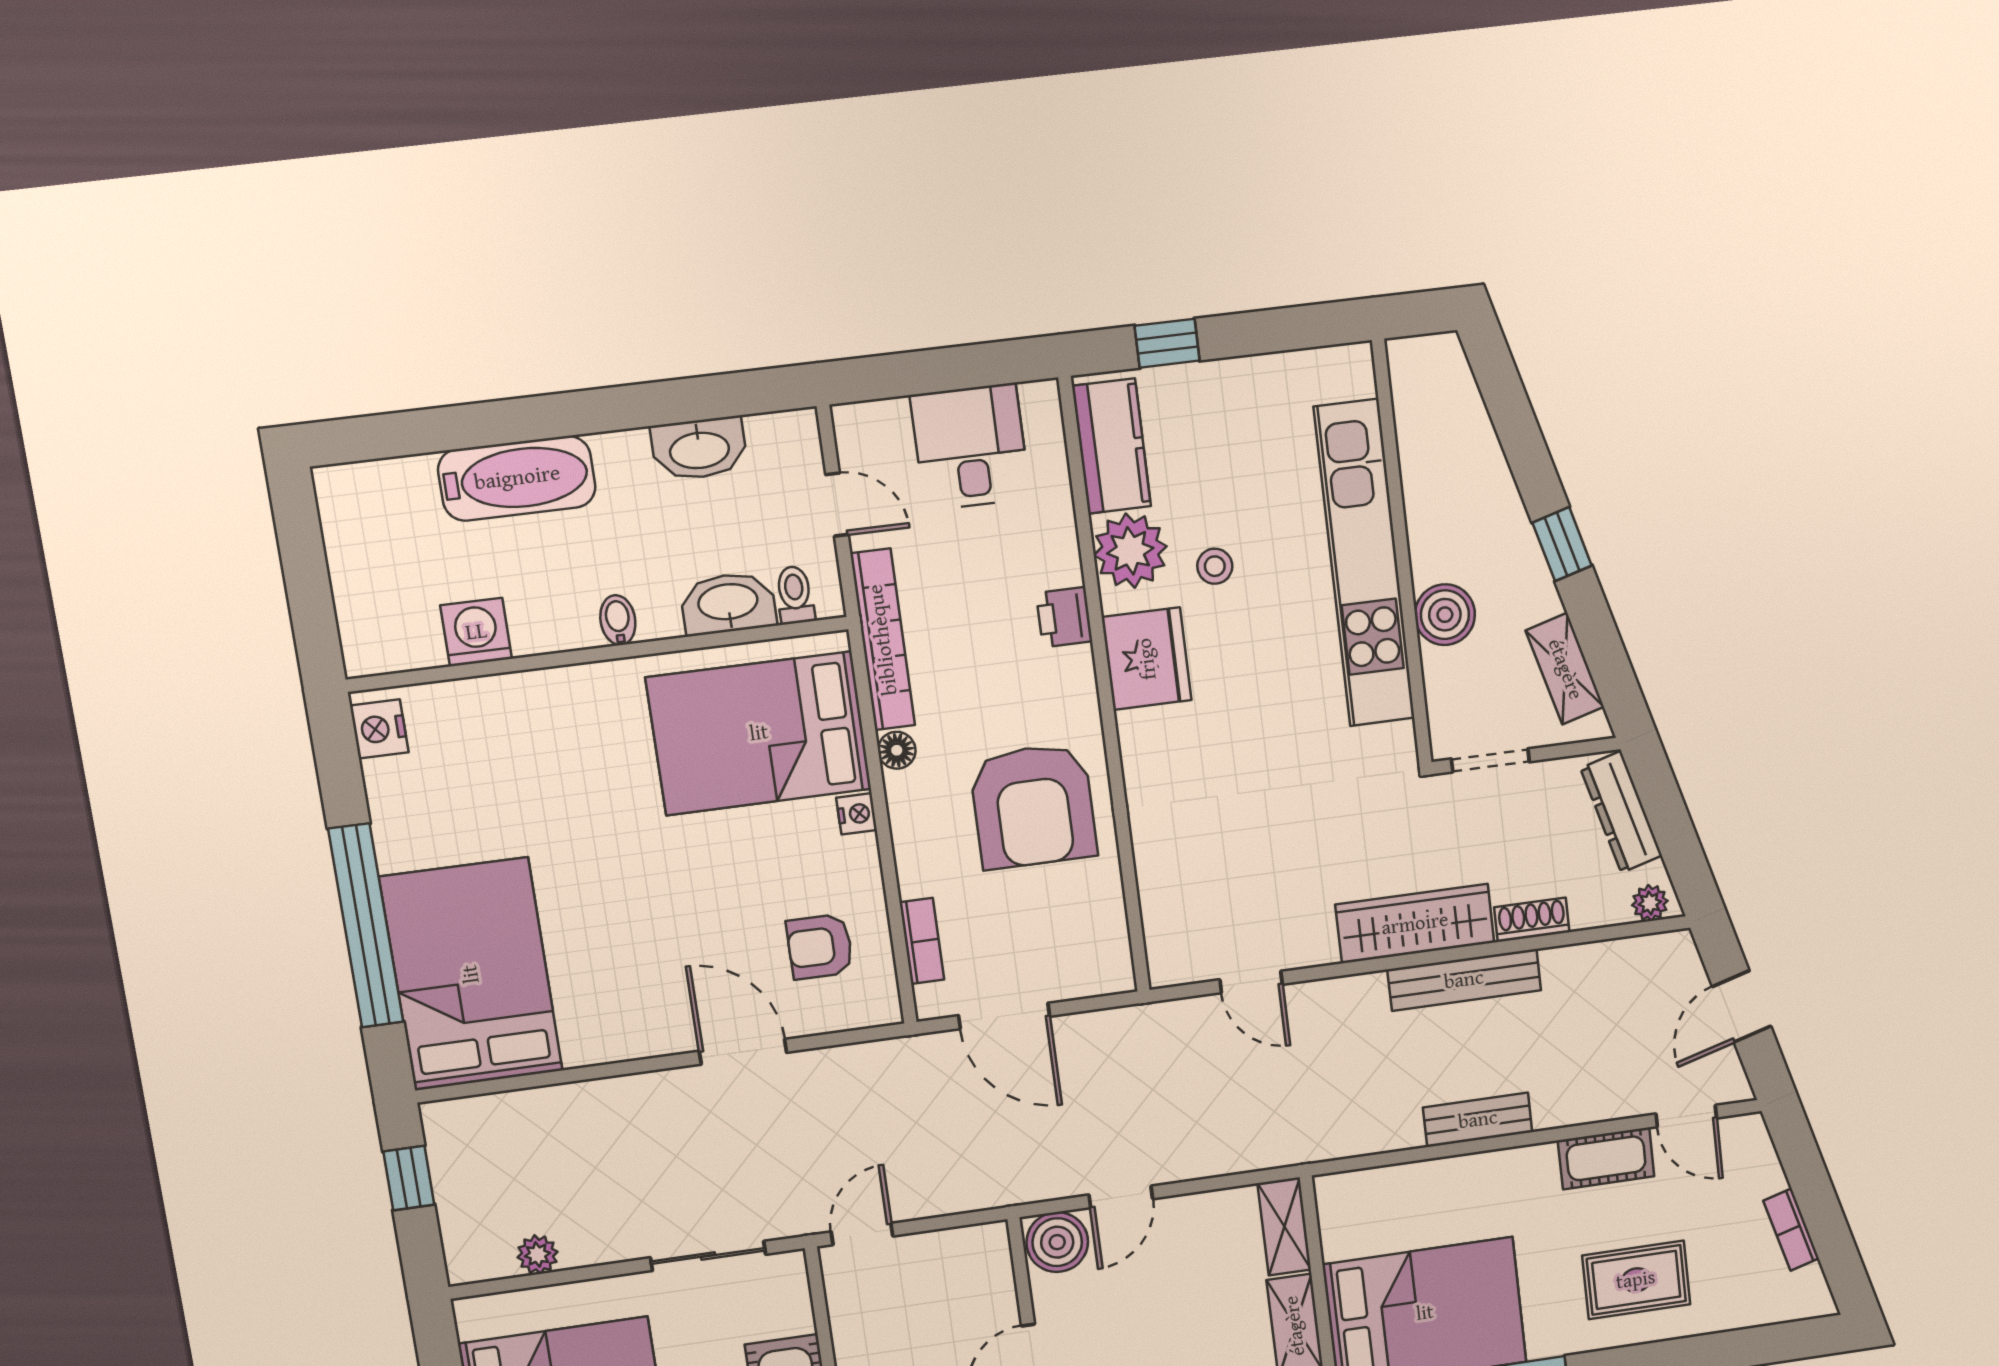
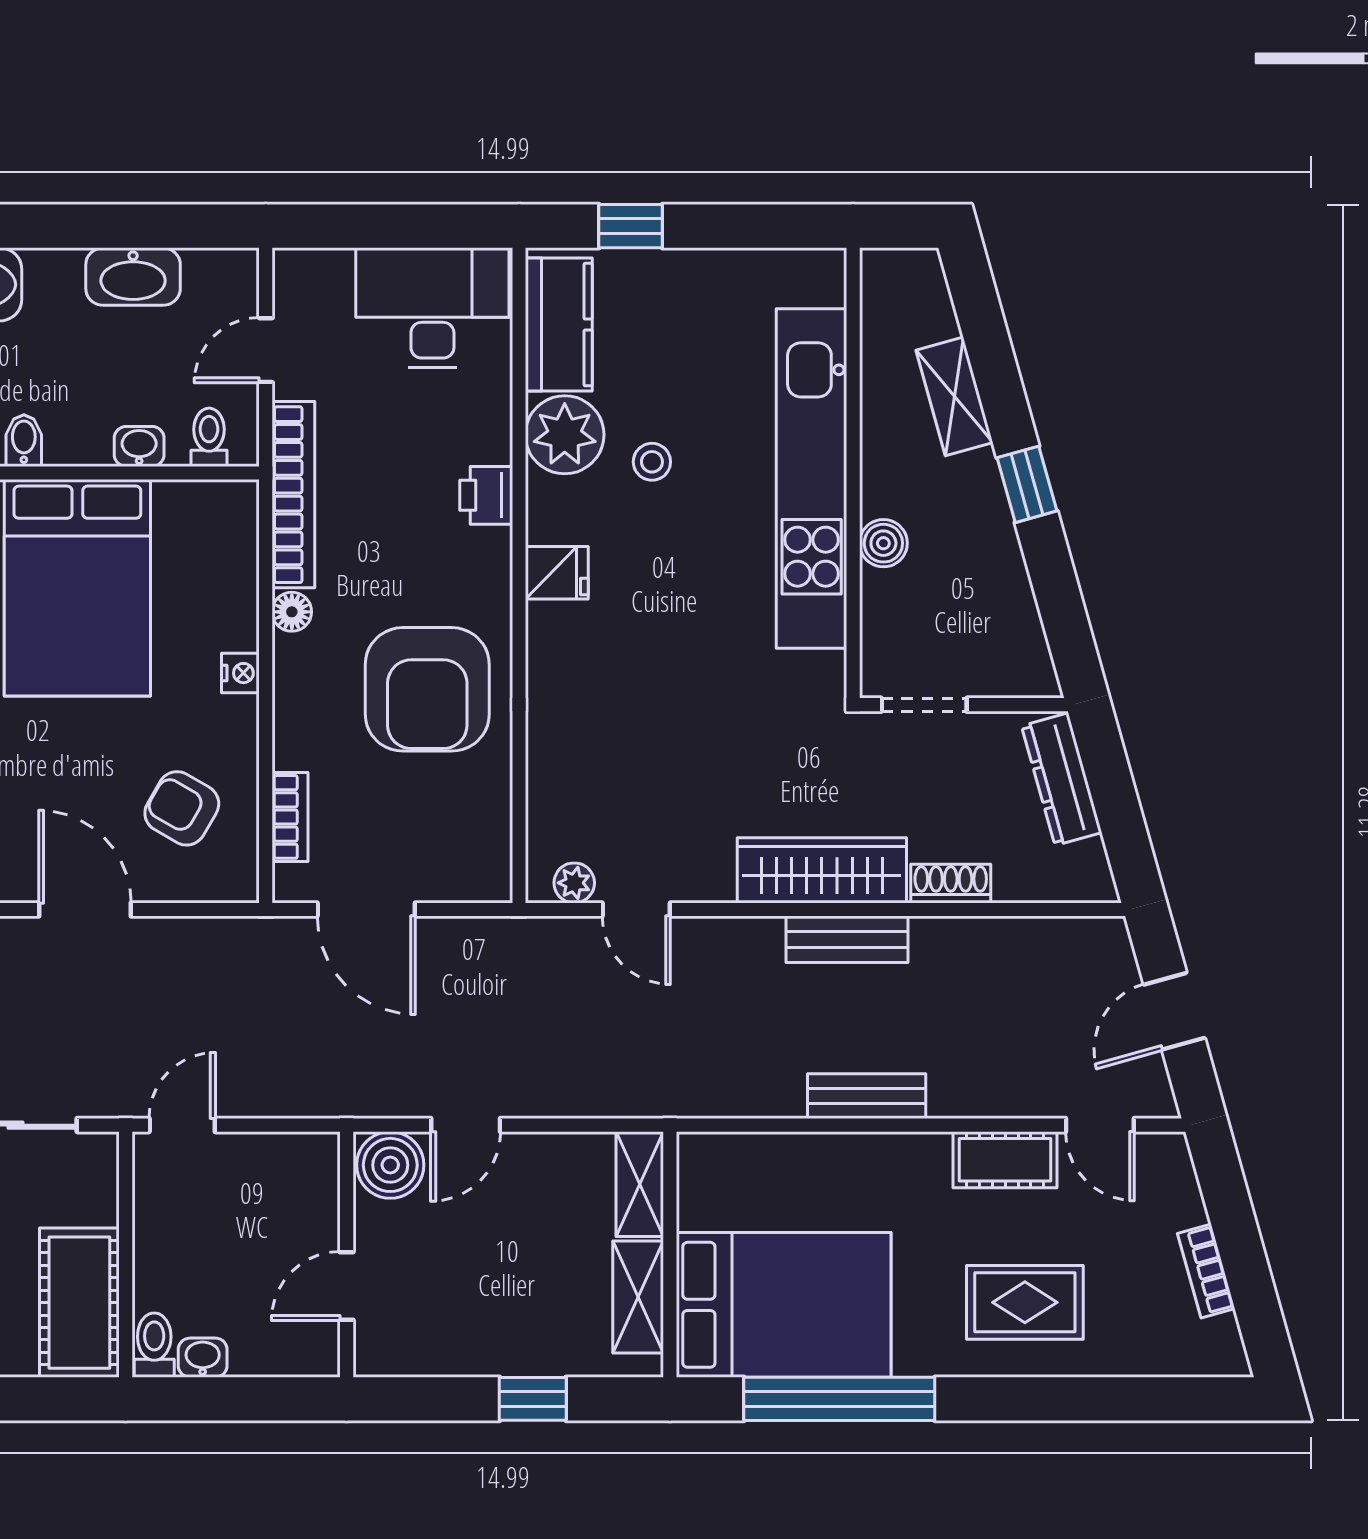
desk: (970, 447) -> (432, 308), width x1.37
door: (837, 505) -> (266, 350), swing flipped
washbasin: (728, 603) -> (139, 446), width x0.52, depth x0.69
boiler: (1445, 615) -> (883, 543), width x0.73, depth x0.73
fridge: (1147, 659) -> (557, 573), width x0.53, depth x0.75
shelving: (1565, 669) -> (954, 396), moved
bed: (759, 733) -> (77, 588), moved, turned -90
plant: (1650, 903) -> (574, 883), moved
armchair: (820, 947) -> (182, 808), turned 30
bench: (1464, 980) -> (847, 939), width x0.73

